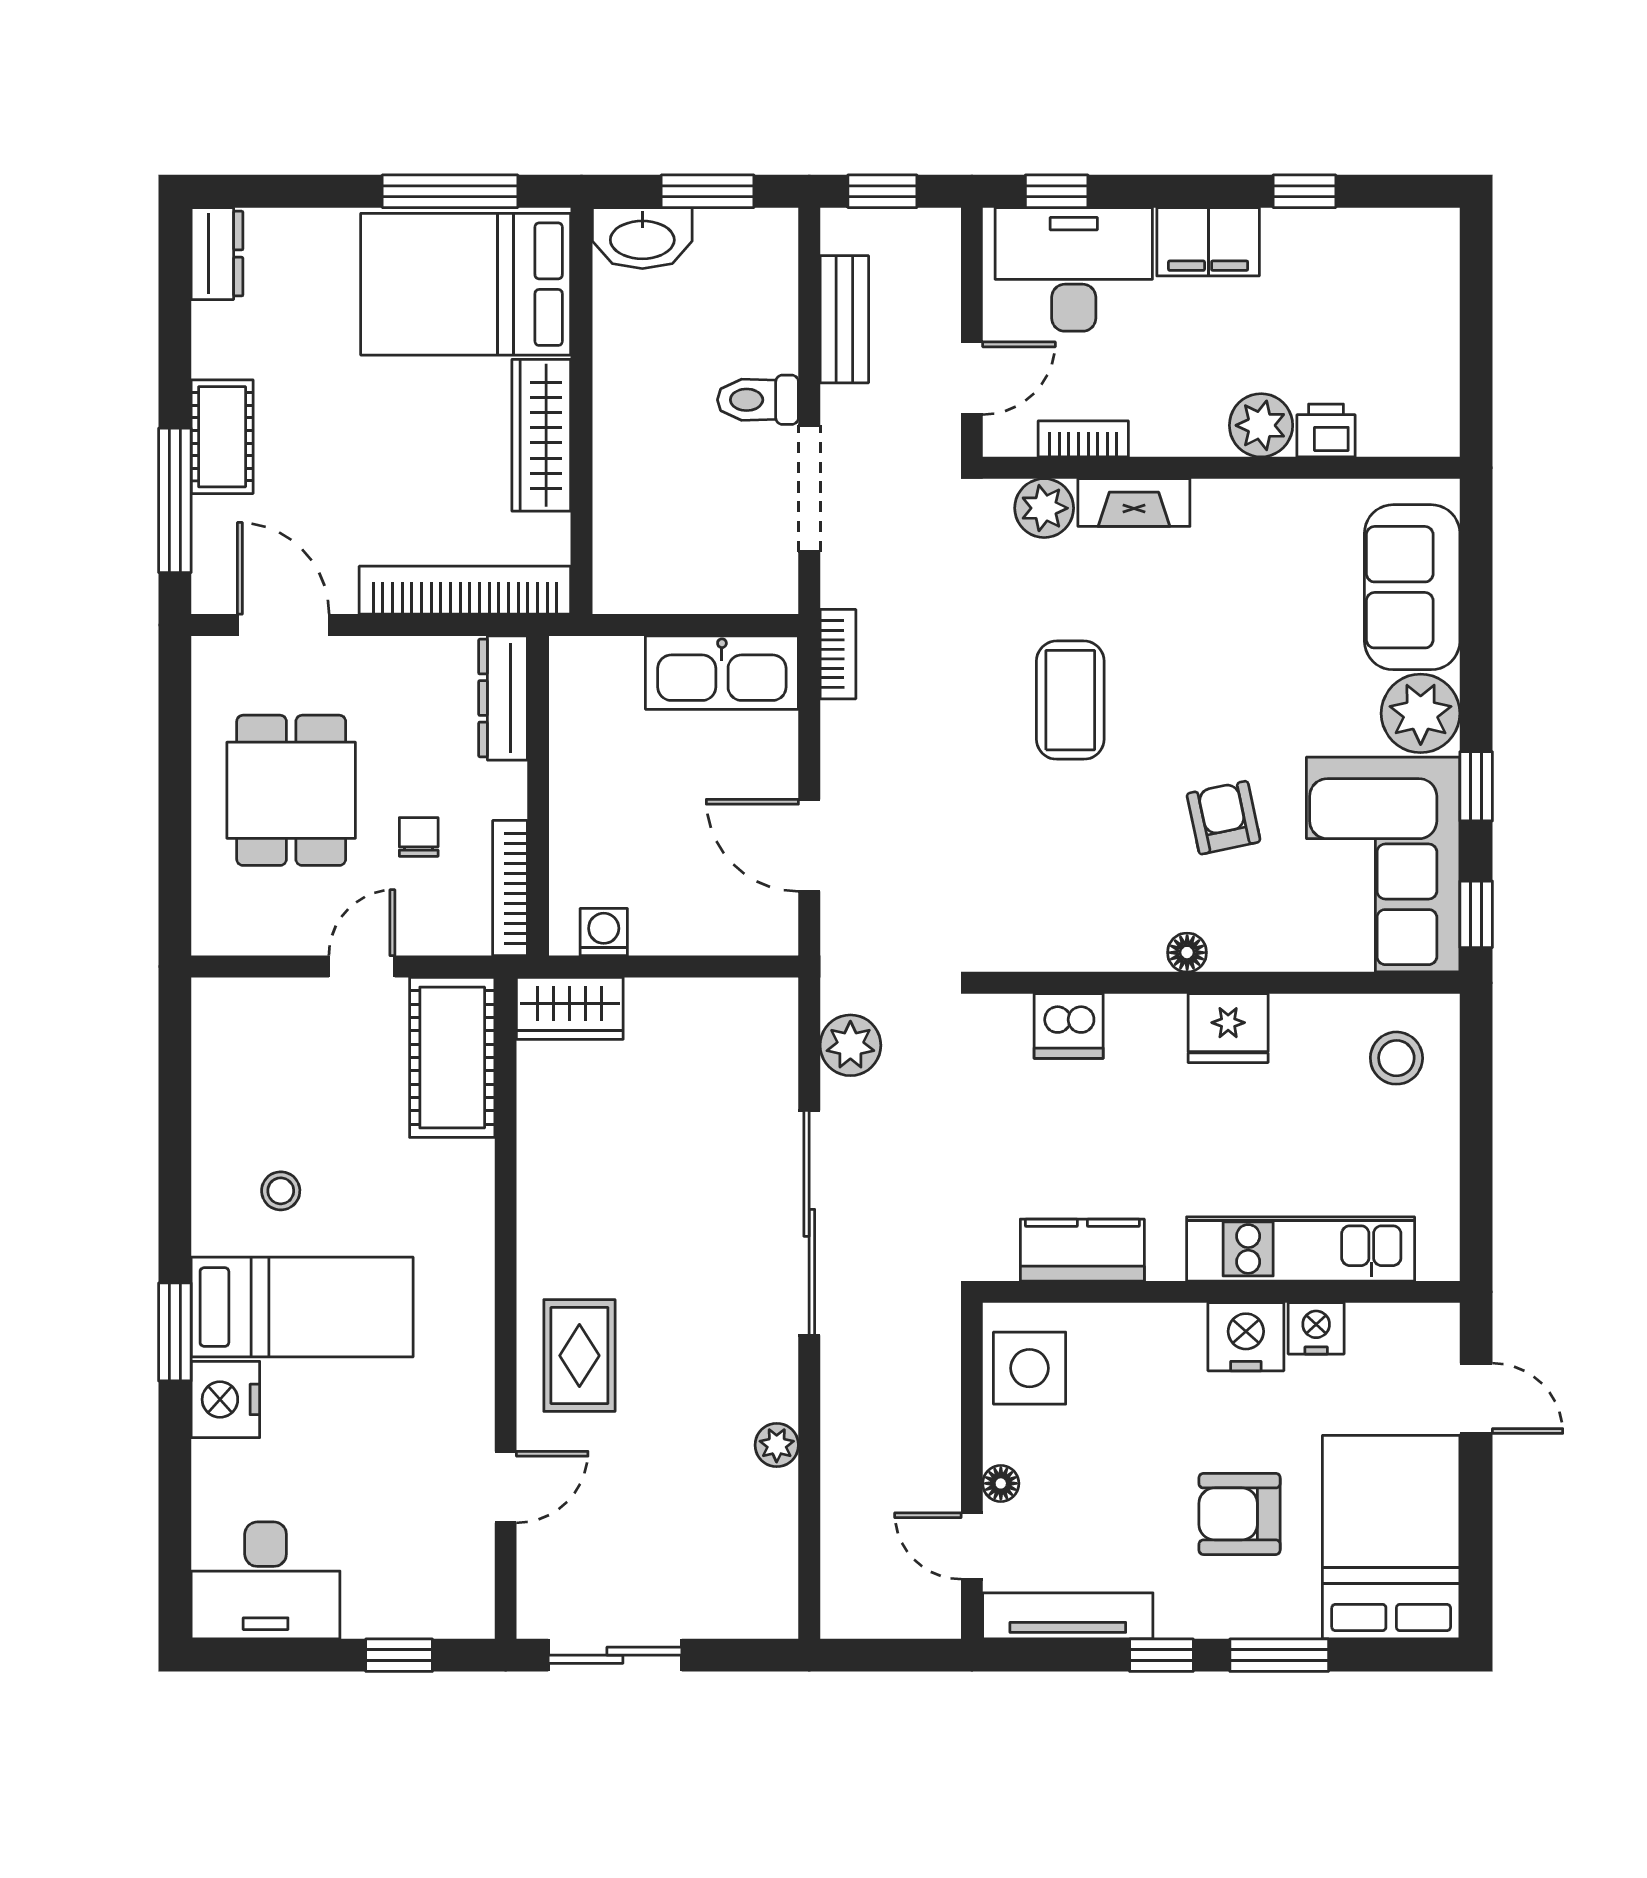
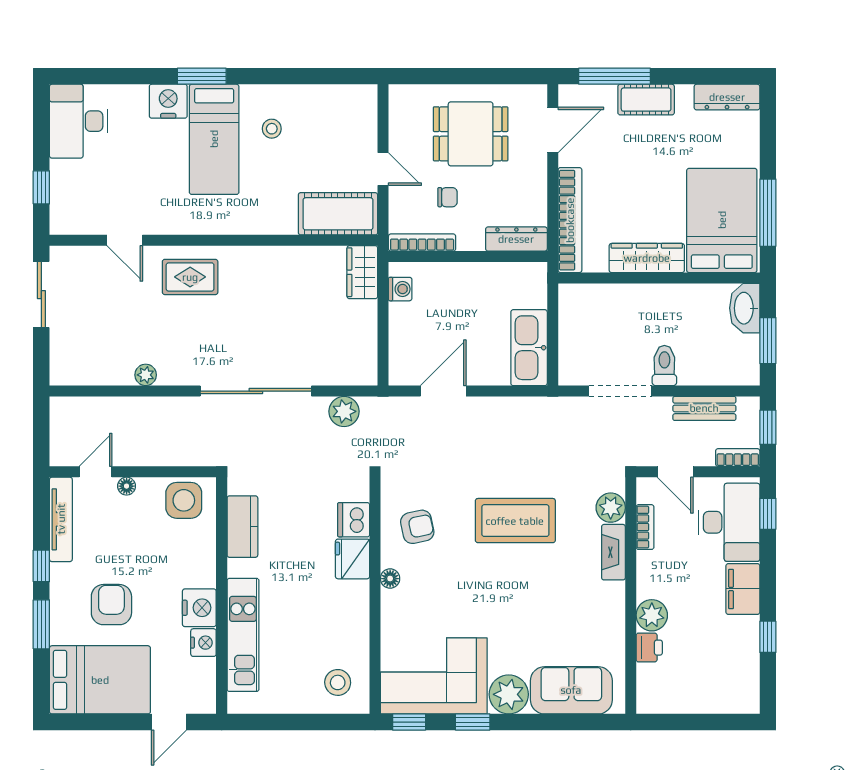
dresser: (217, 254) -> (727, 97), width x1.44
bookcase: (838, 654) -> (738, 458), moved, turned 180
coffee table: (1070, 700) -> (515, 521), width x1.36, depth x1.32
armchair: (1224, 818) -> (417, 527), moved
fridge: (1228, 1028) -> (353, 559), moved

